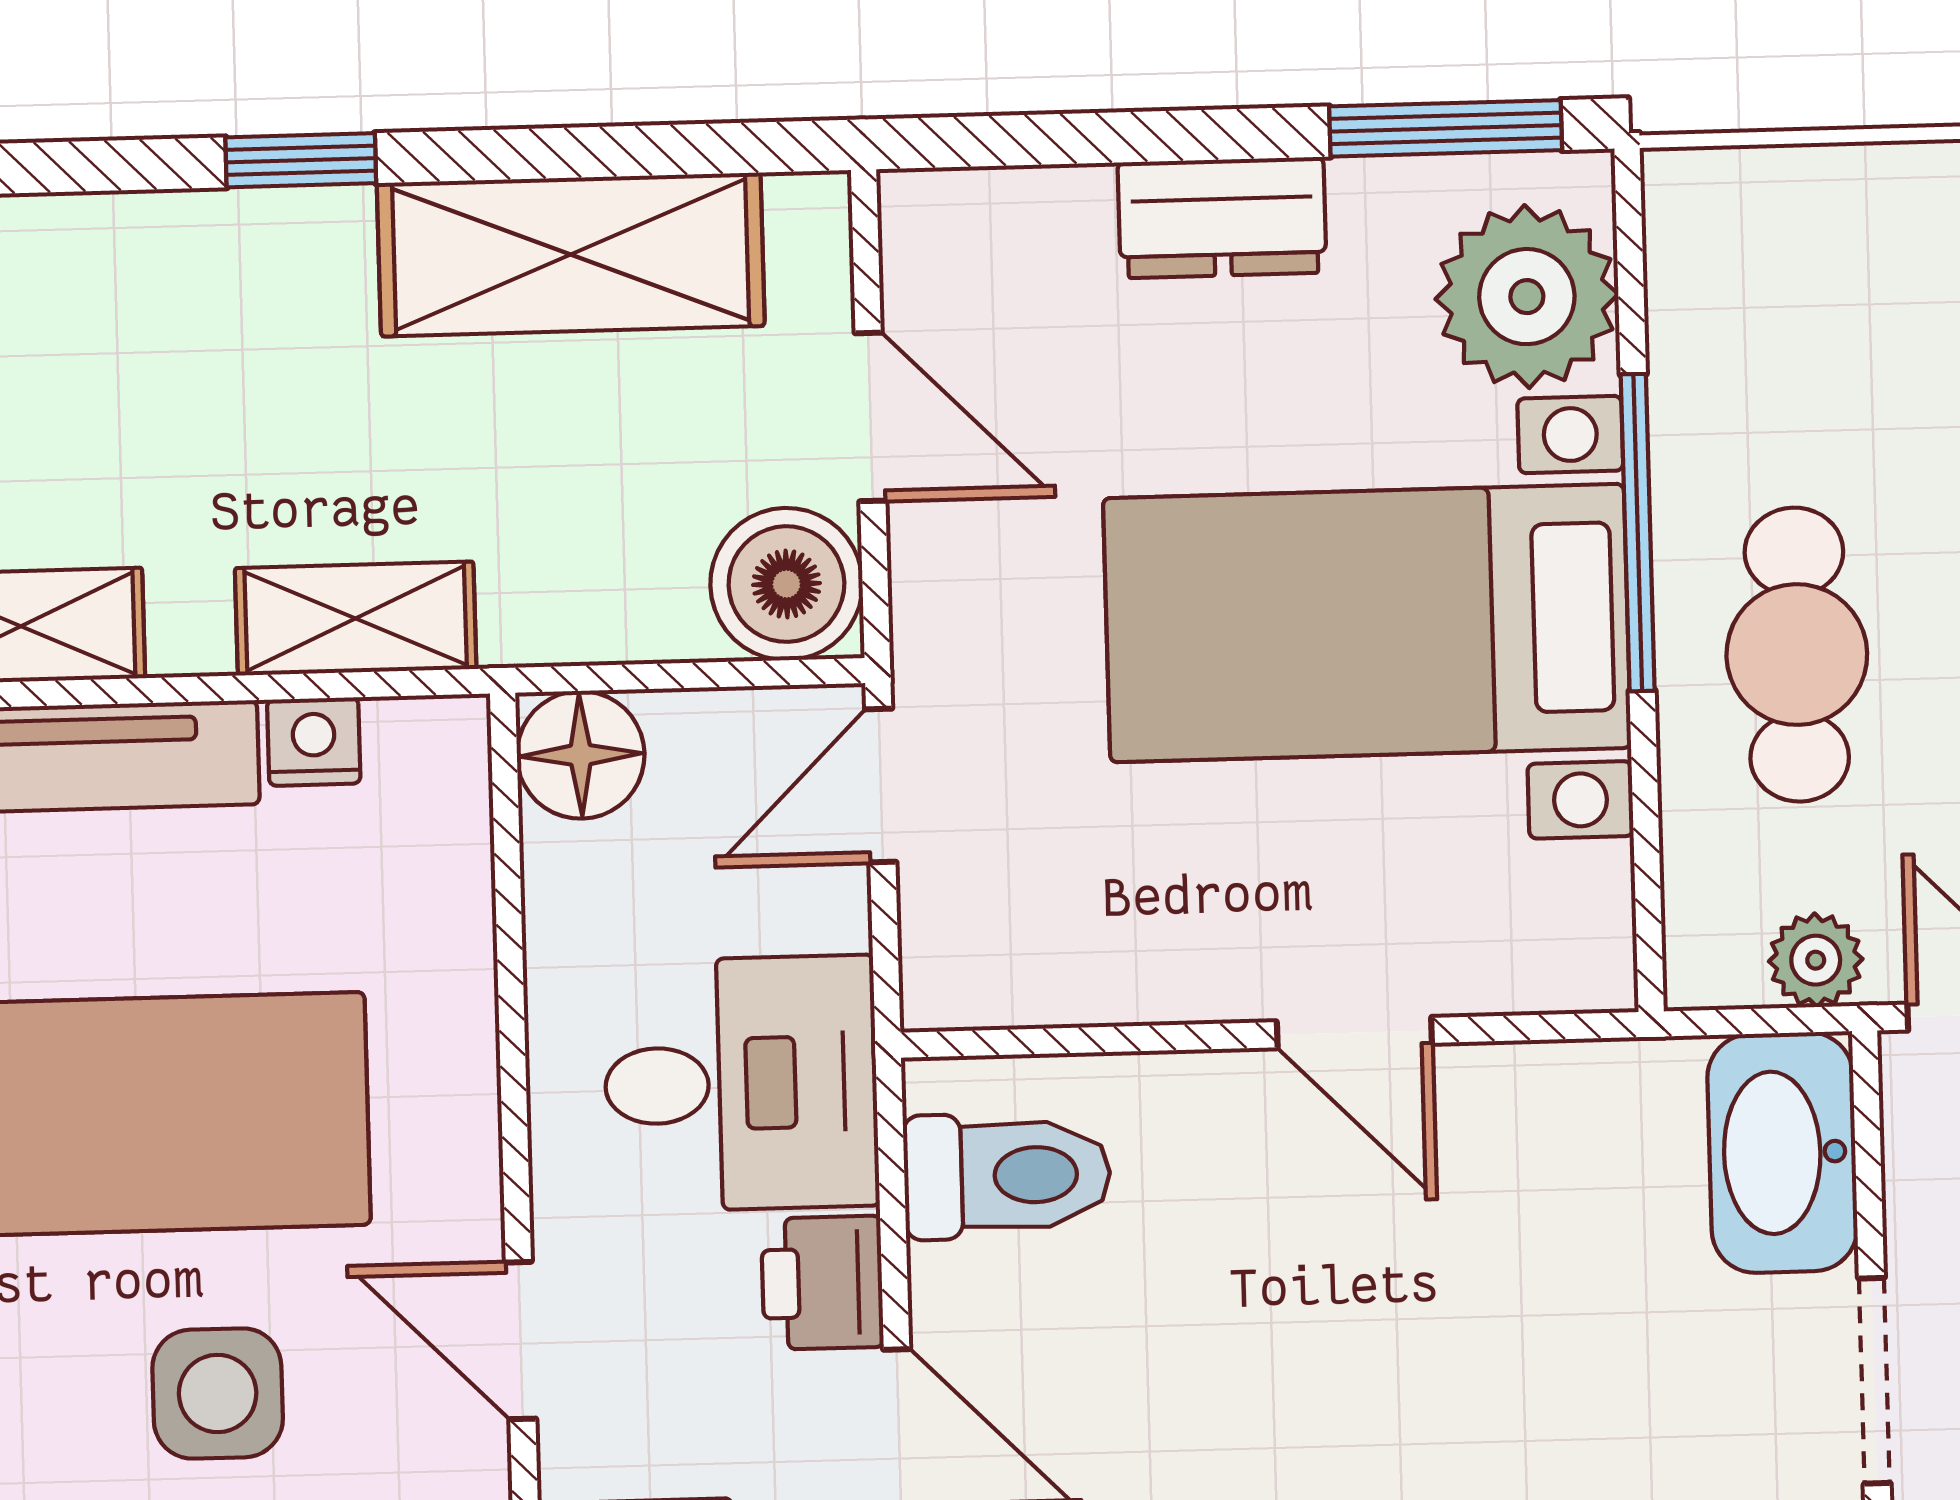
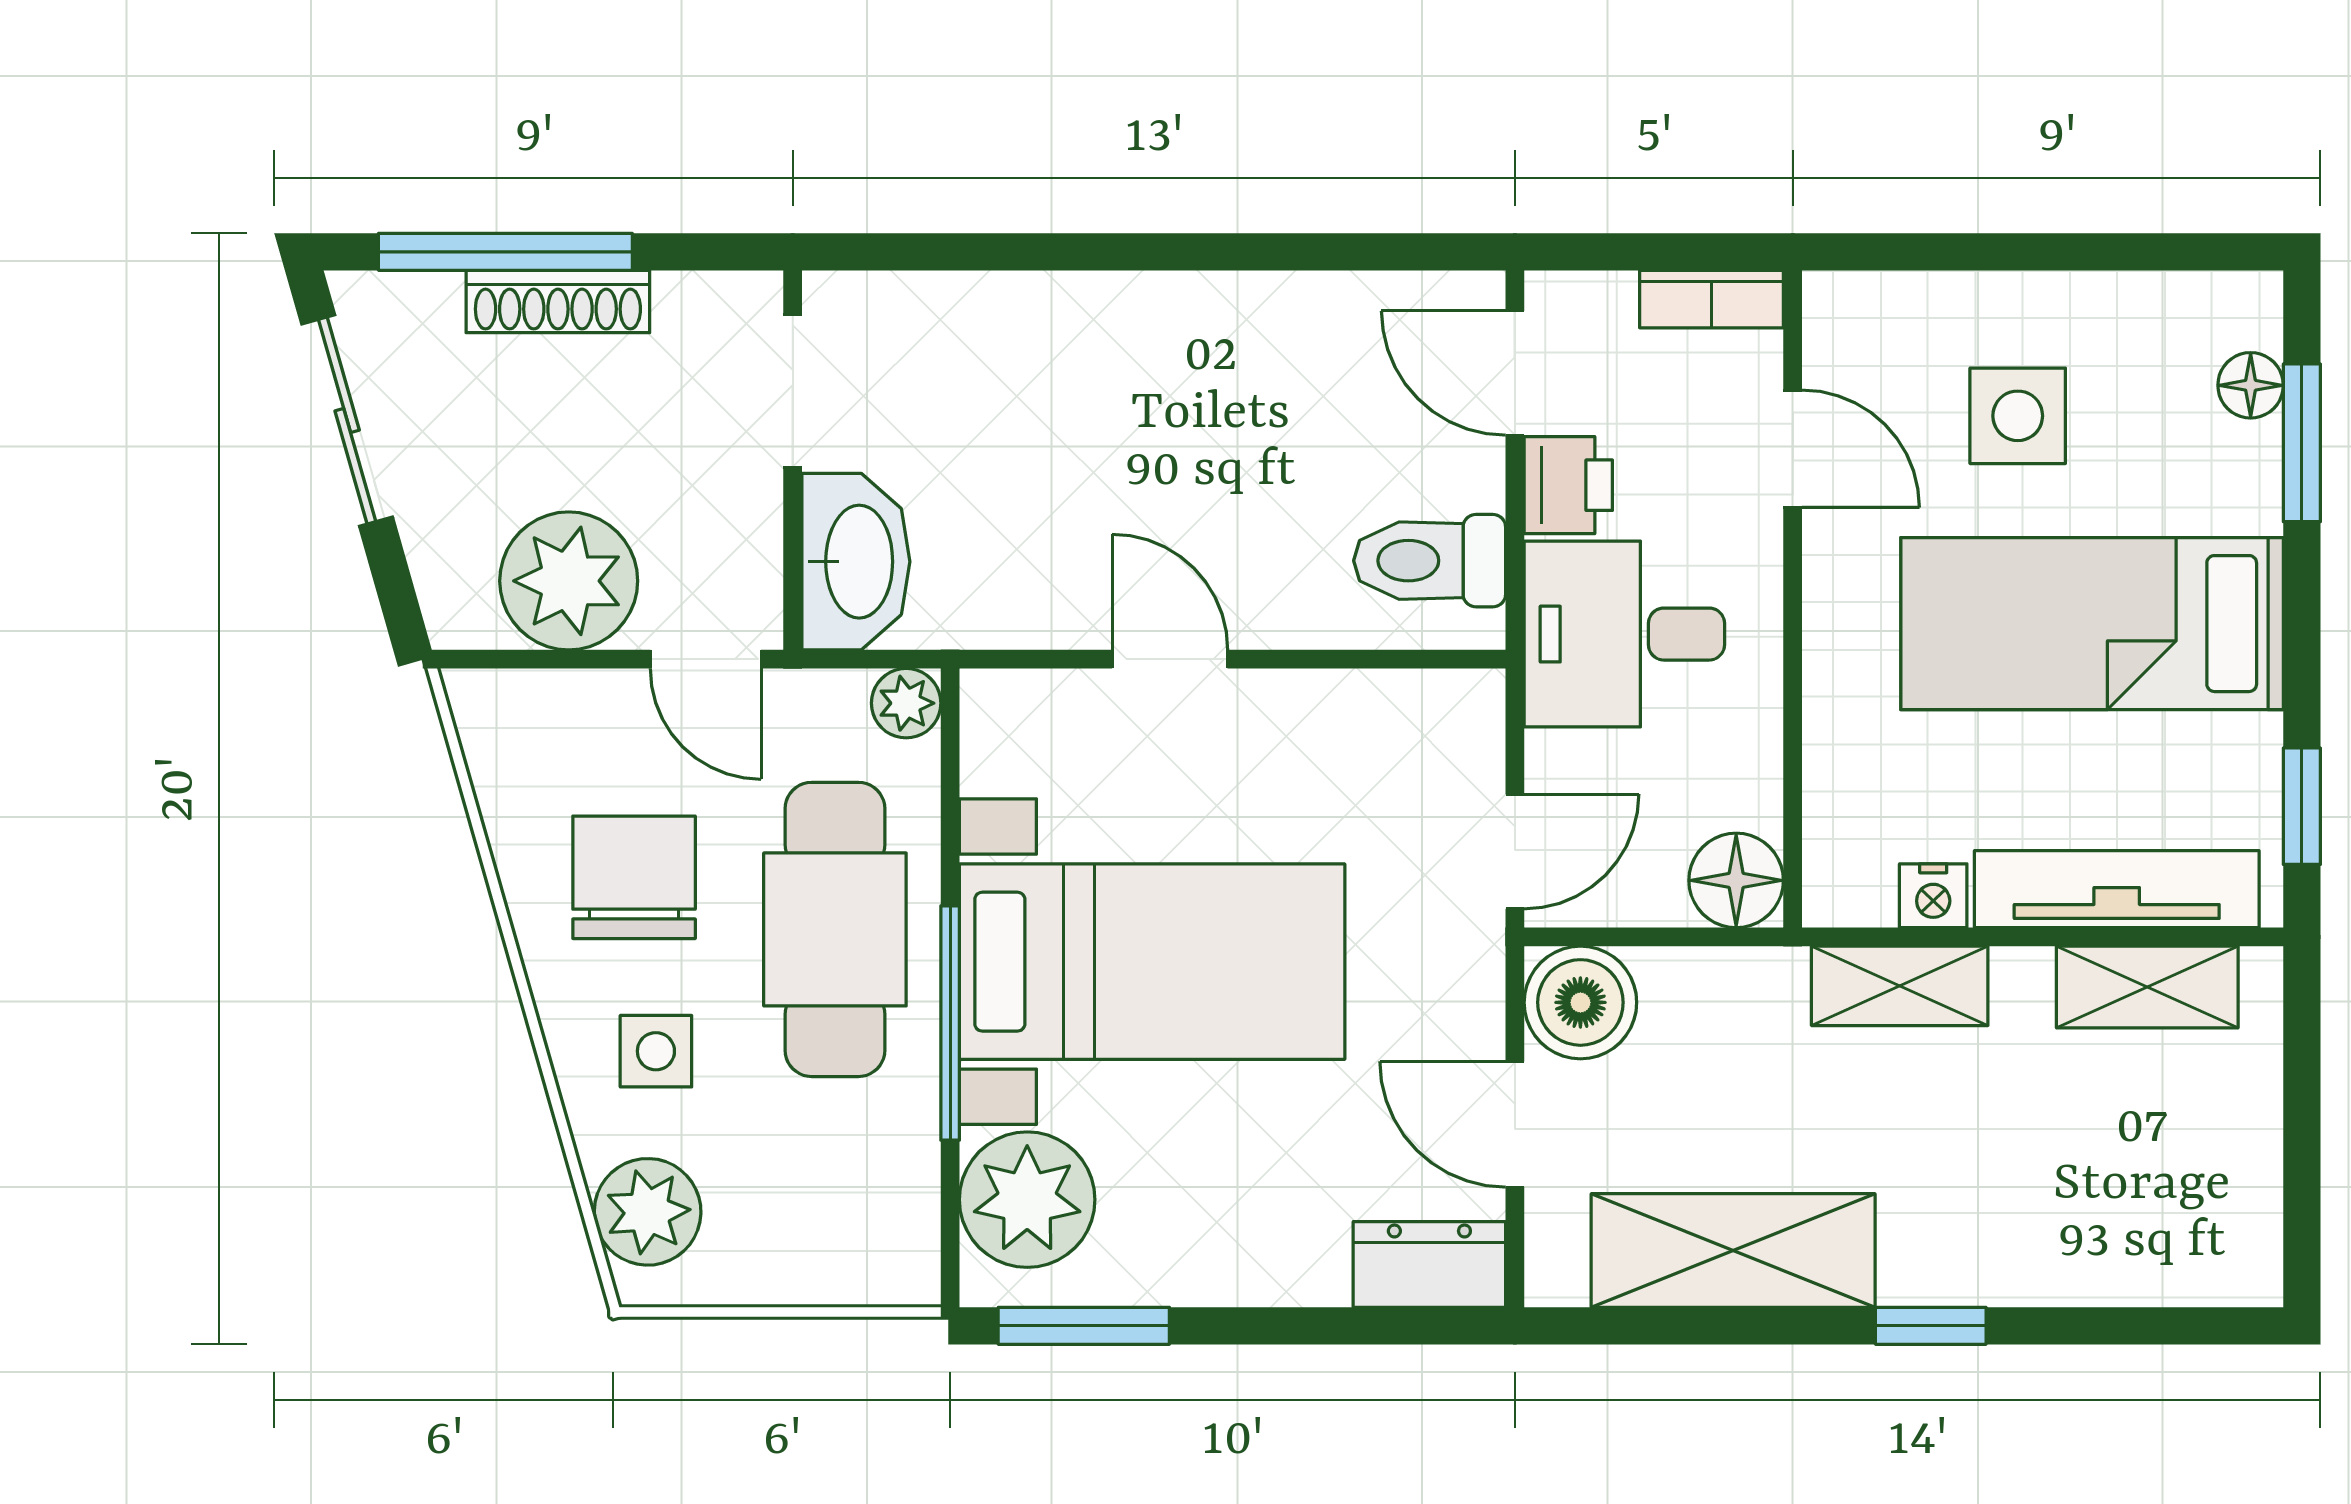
dresser: (1222, 218) -> (1429, 1264), moved
cafe table: (1797, 655) -> (835, 929), width x1.37, depth x1.35
plant: (1816, 960) -> (906, 703), moved

